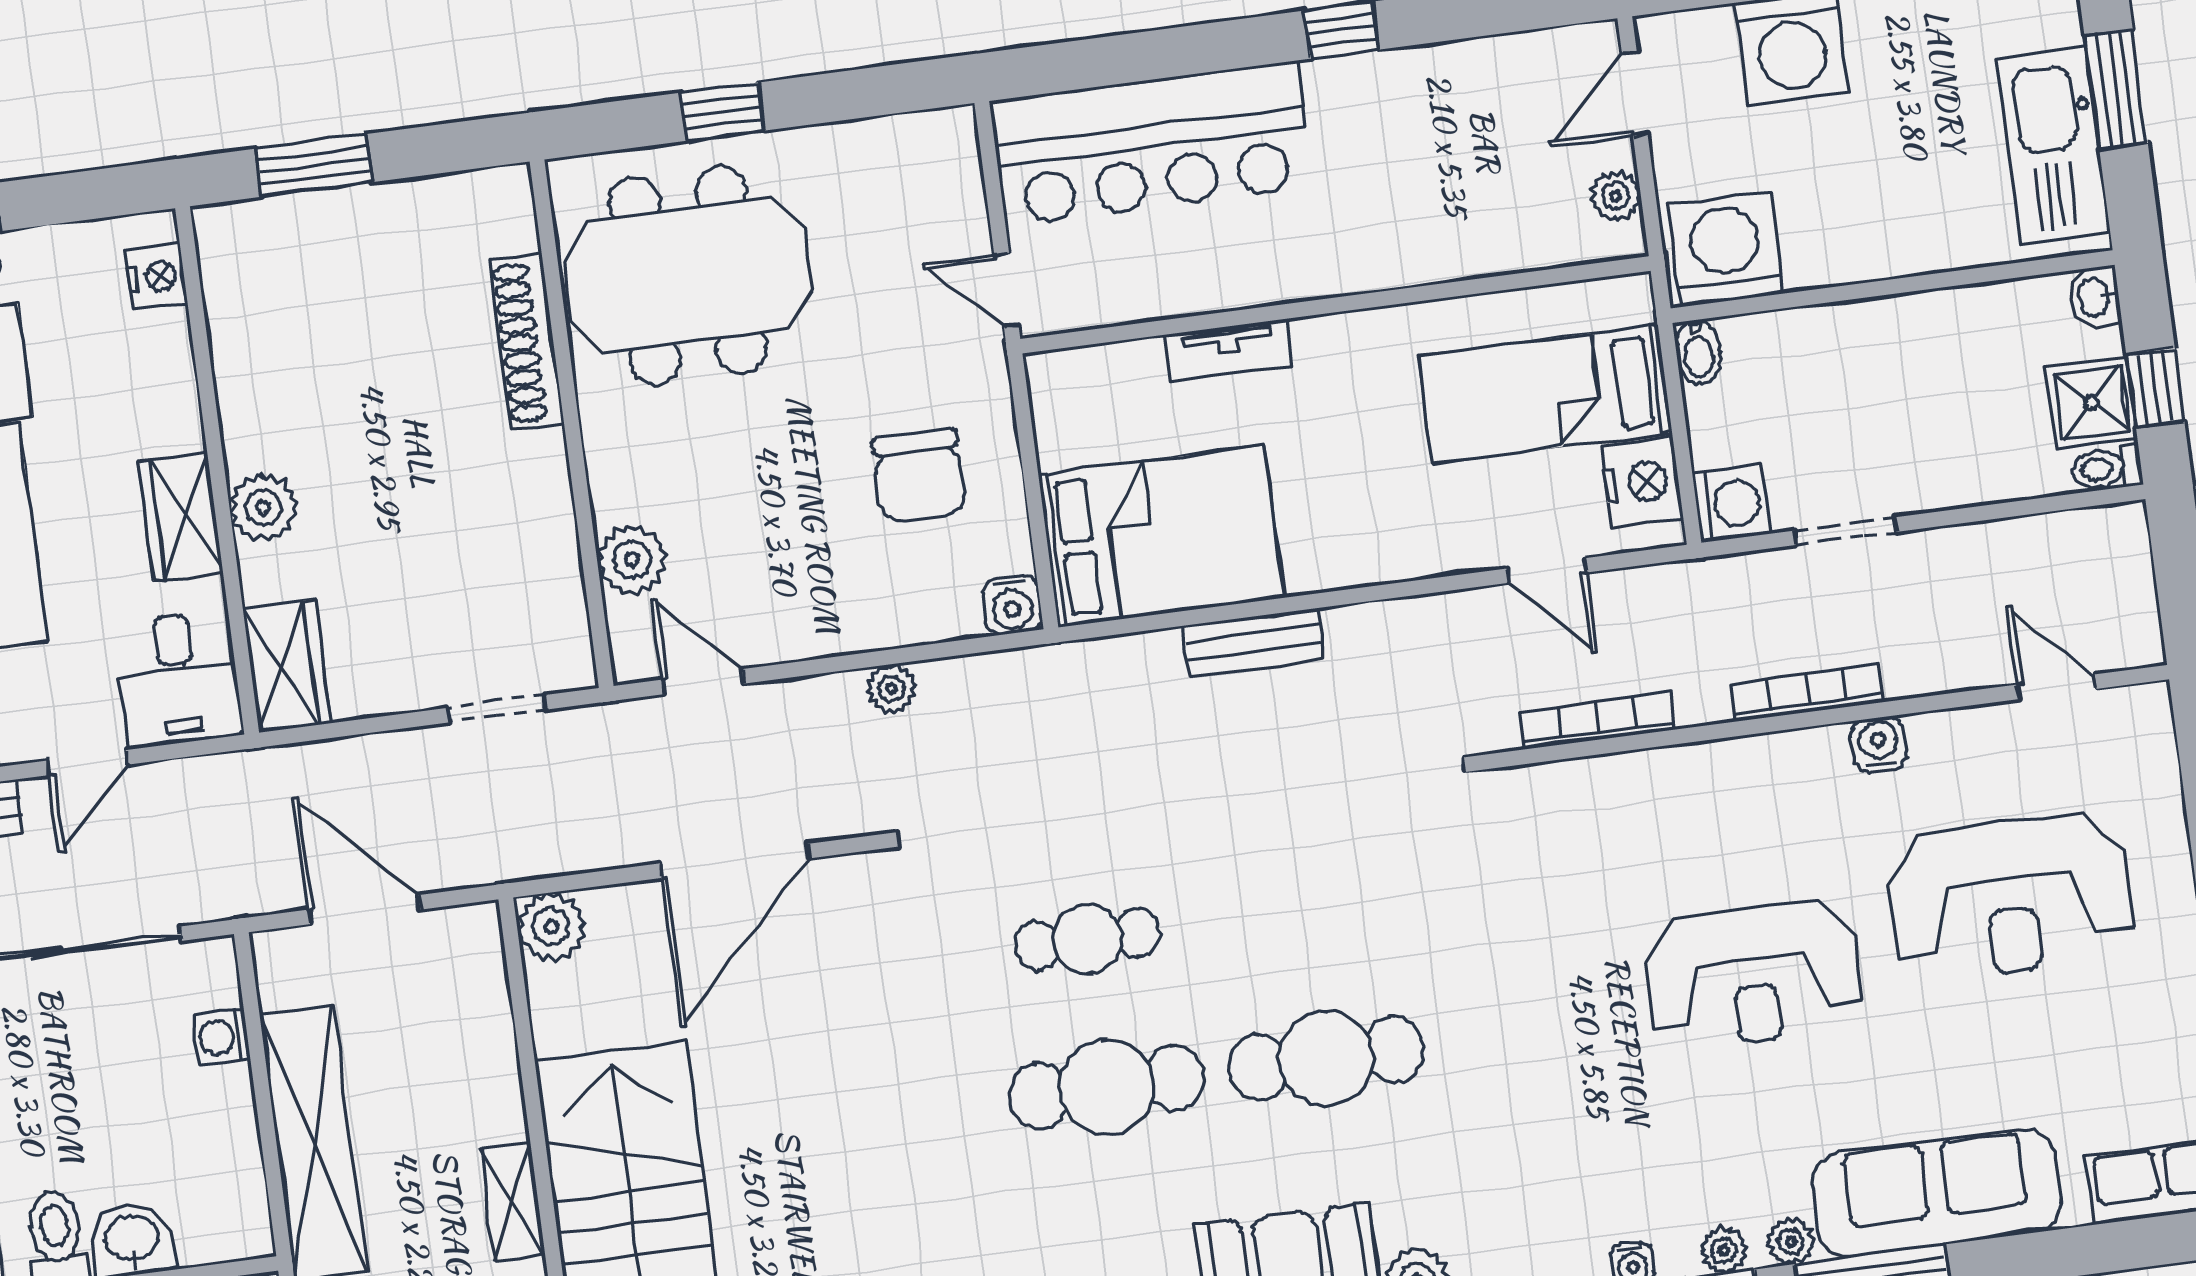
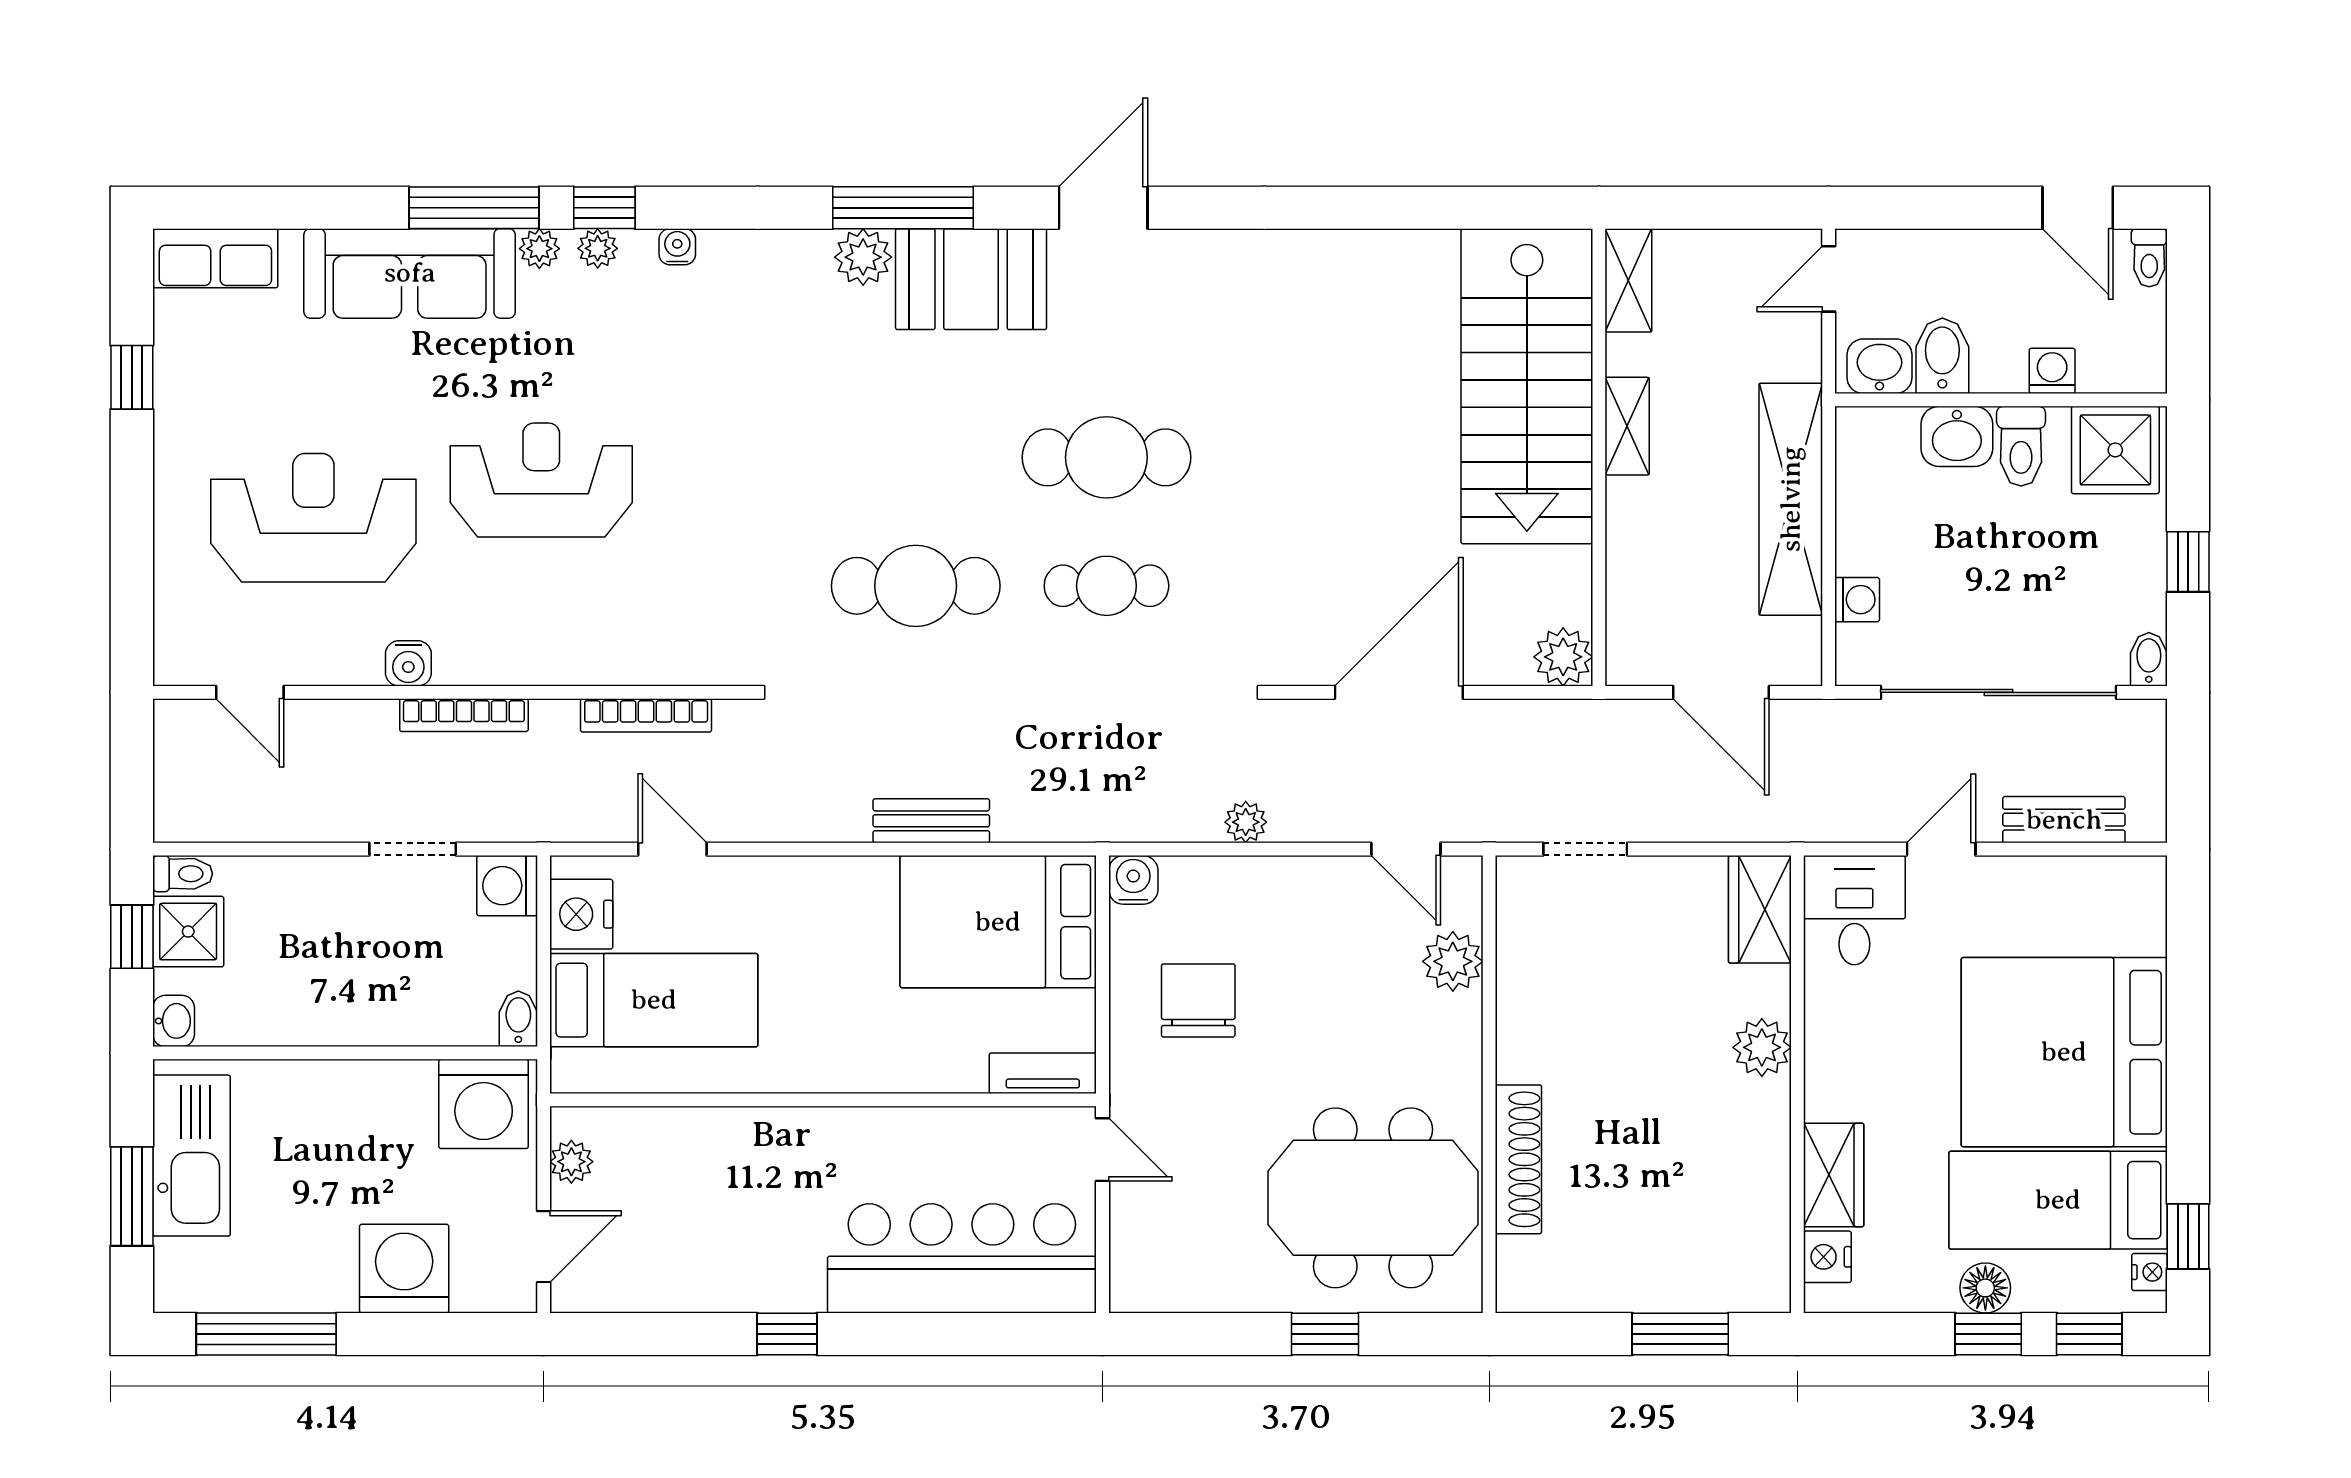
tv unit: (1229, 350) -> (1043, 1073), moved
wardrobe: (181, 517) -> (1834, 1175), moved
cafe table: (1326, 1058) -> (916, 586), moved

